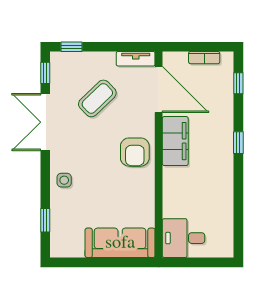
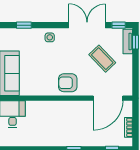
tv unit: (136, 59) -> (128, 41), moved
filing cabinet: (175, 141) -> (75, 109), removed

